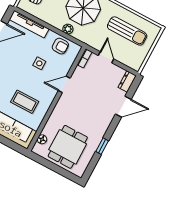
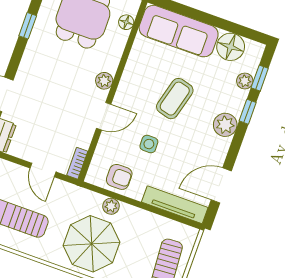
armchair: (60, 46) -> (119, 177), turned 180
coffee table: (25, 102) -> (175, 99), moved, turned -75
plant: (61, 106) -> (104, 81), added

